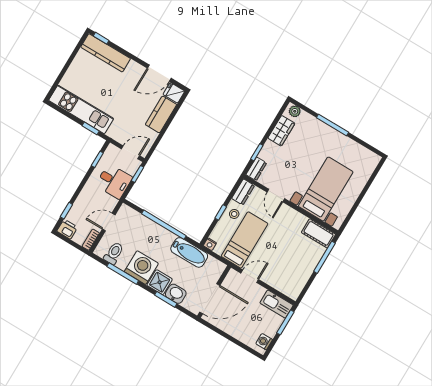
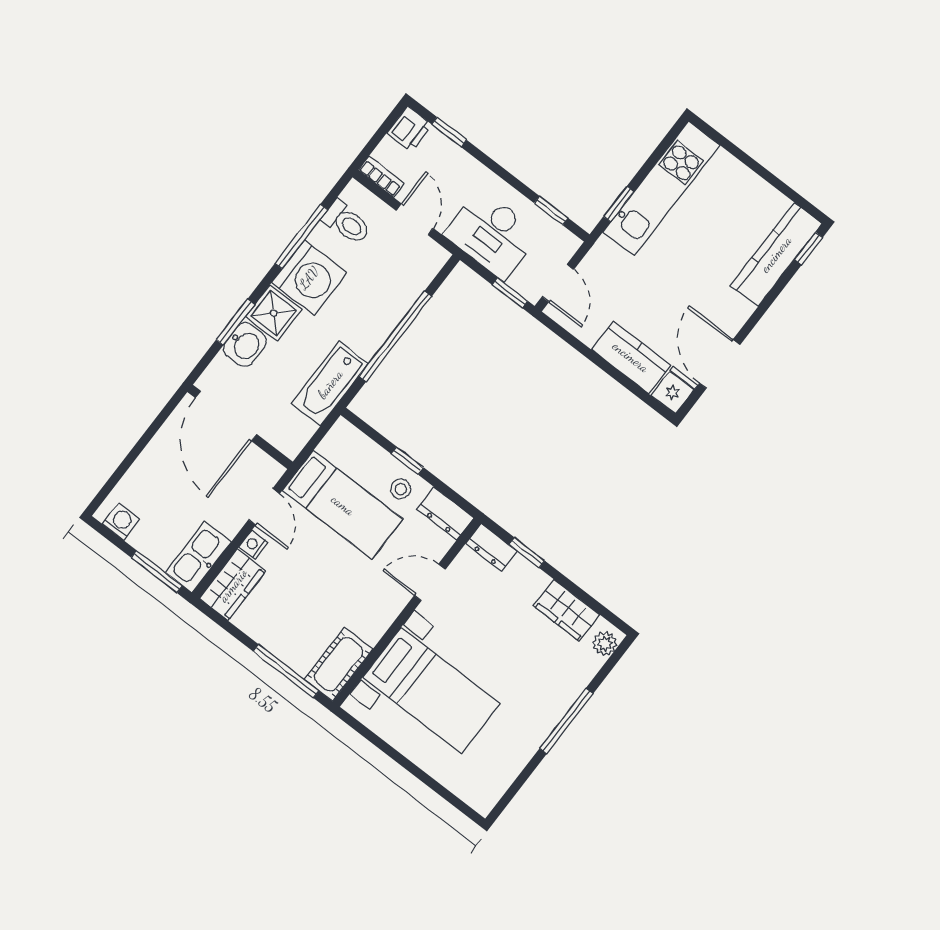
desk: (114, 181) -> (492, 234), width x1.37
nightstand: (210, 244) -> (254, 545), moved
wardrobe: (287, 287) -> (233, 585), added

